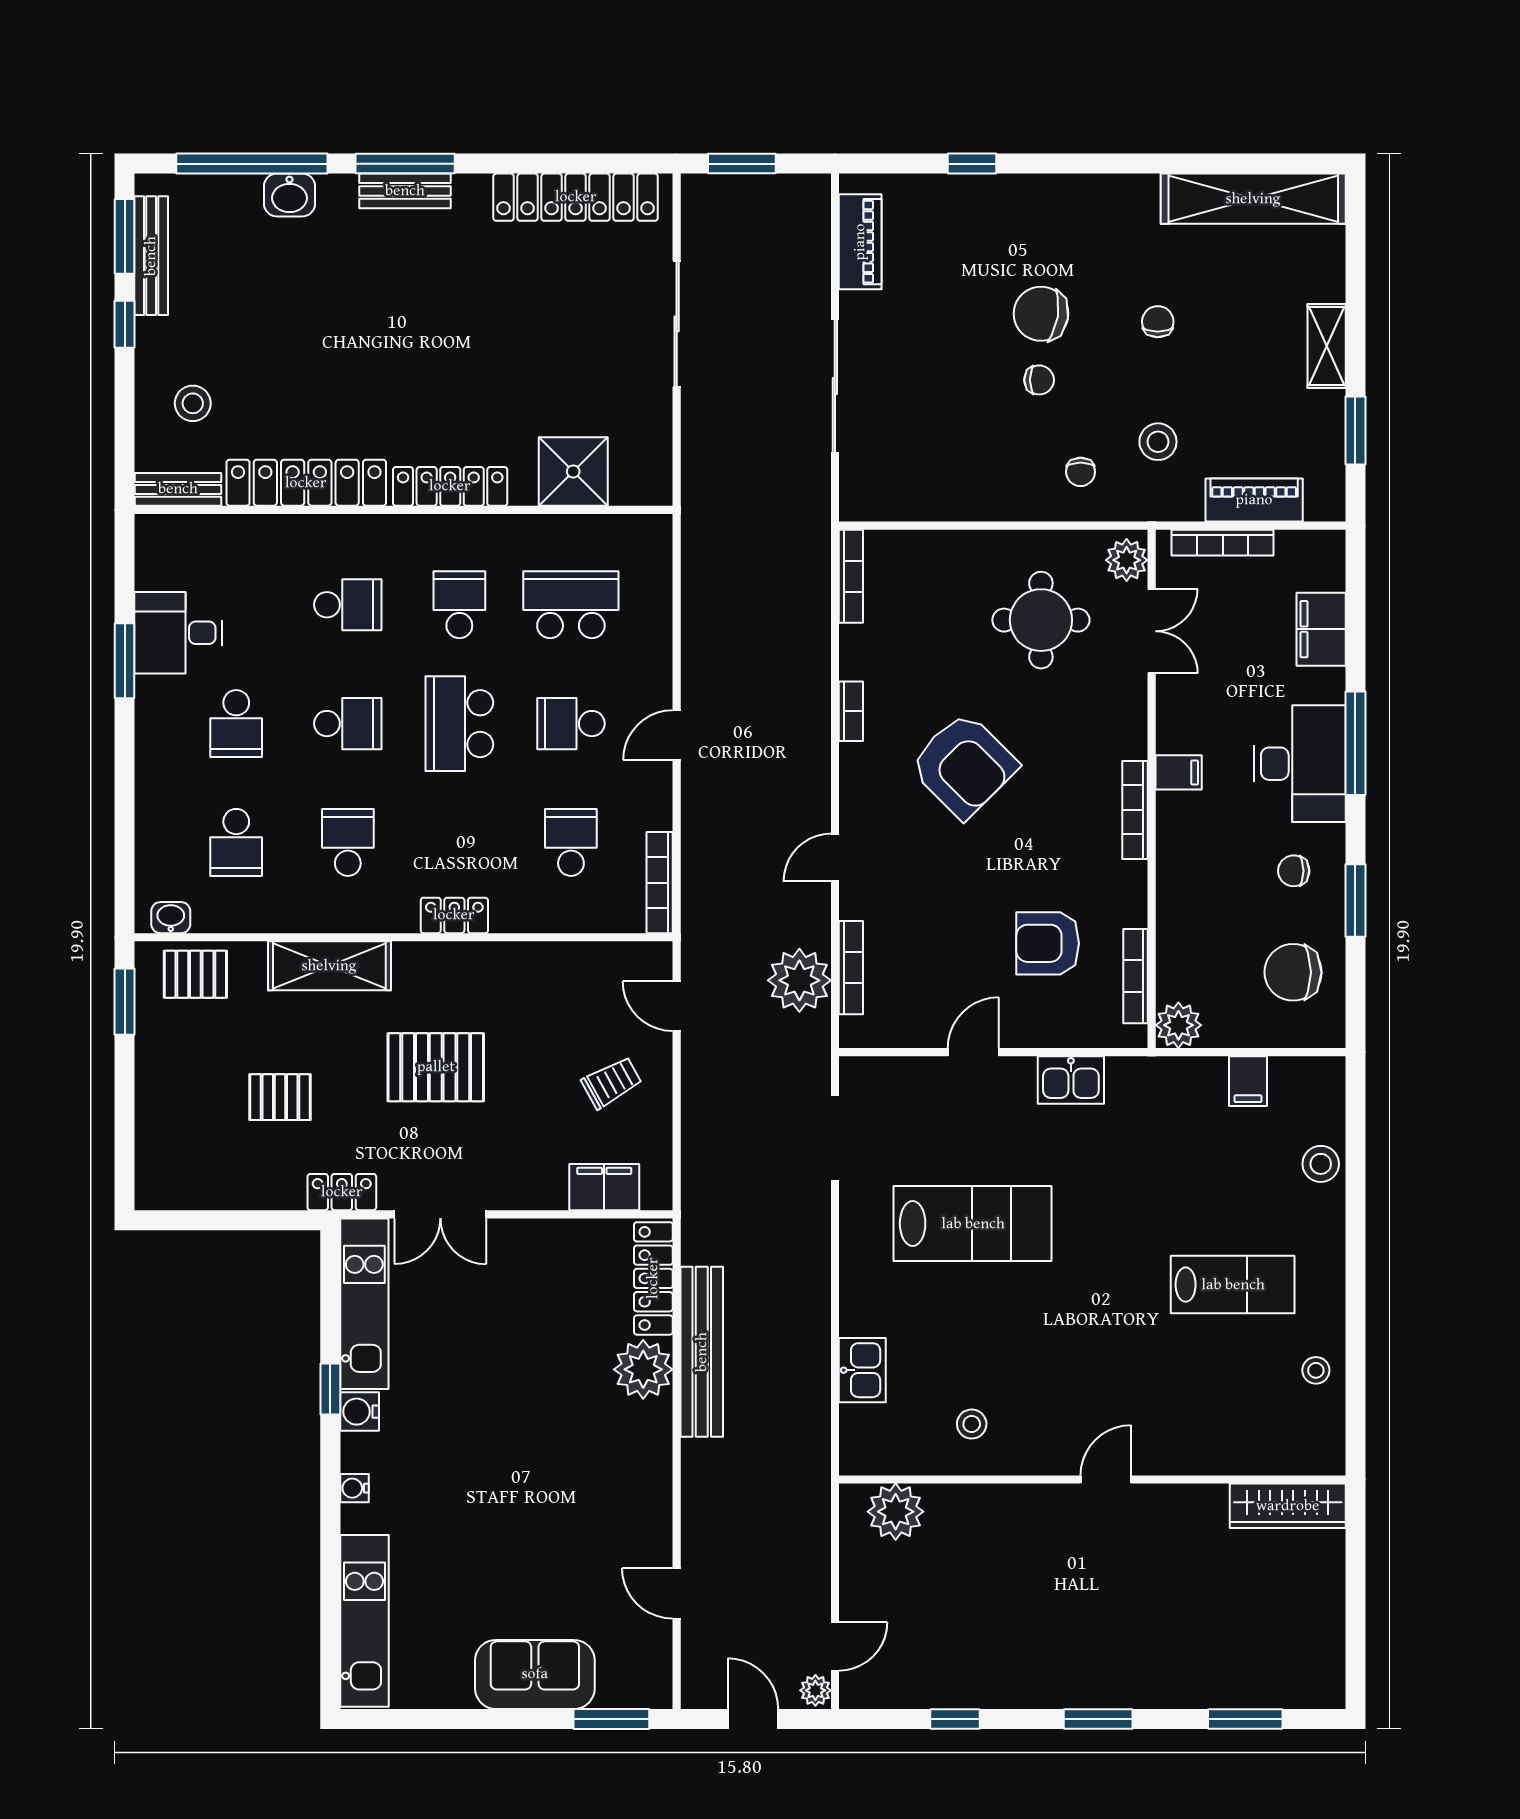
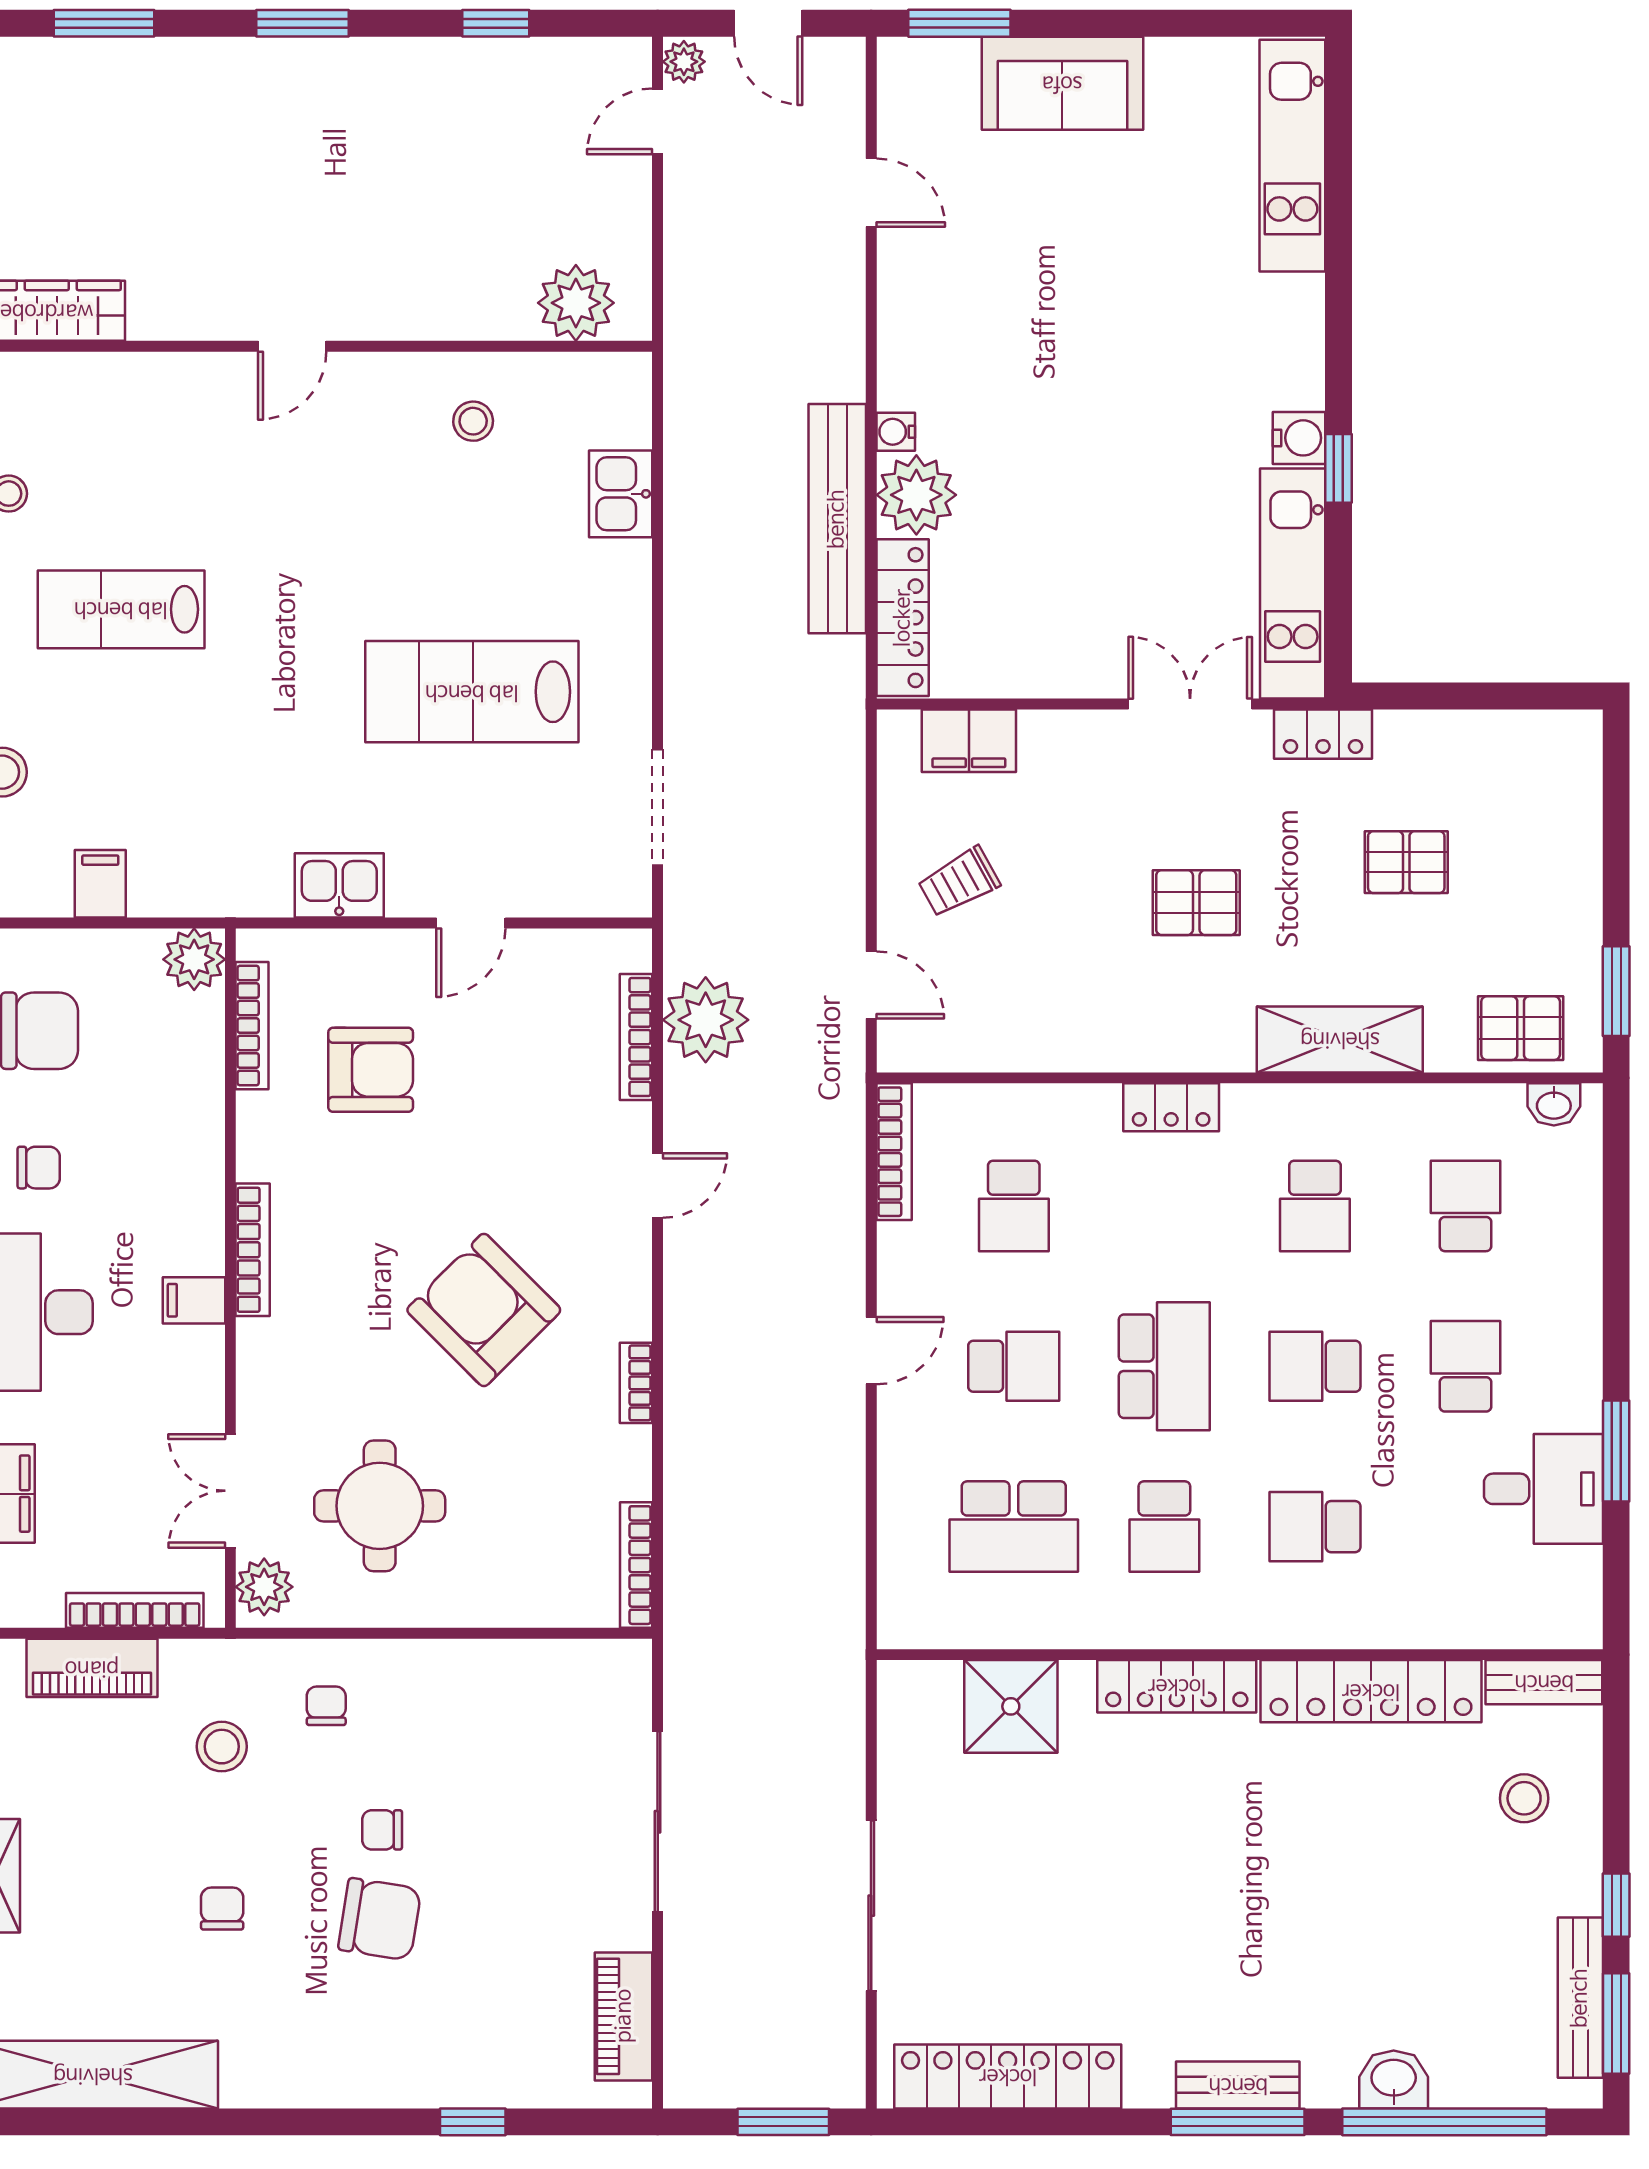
chair: (1158, 322) -> (222, 1909), turned 180
pallet: (436, 1067) -> (1196, 903), width x0.67, depth x0.71
water cooler: (354, 1488) -> (896, 432), moved, turned 180

